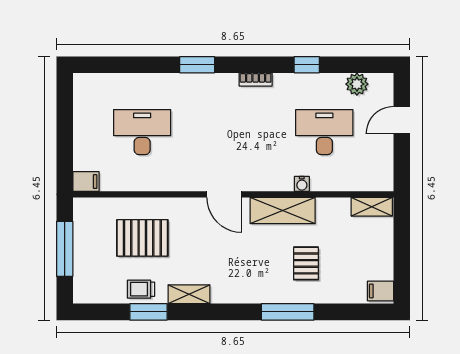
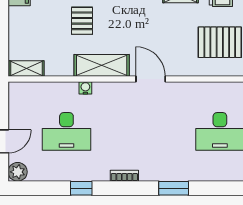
plant: (357, 84) -> (18, 172), moved

